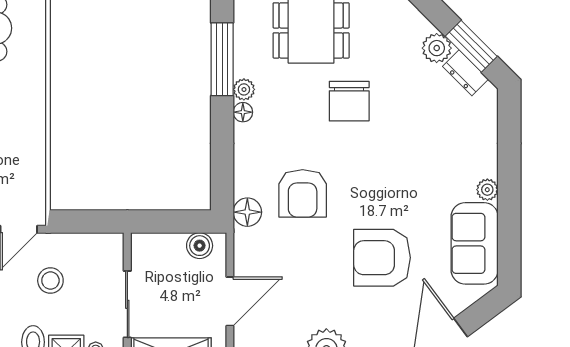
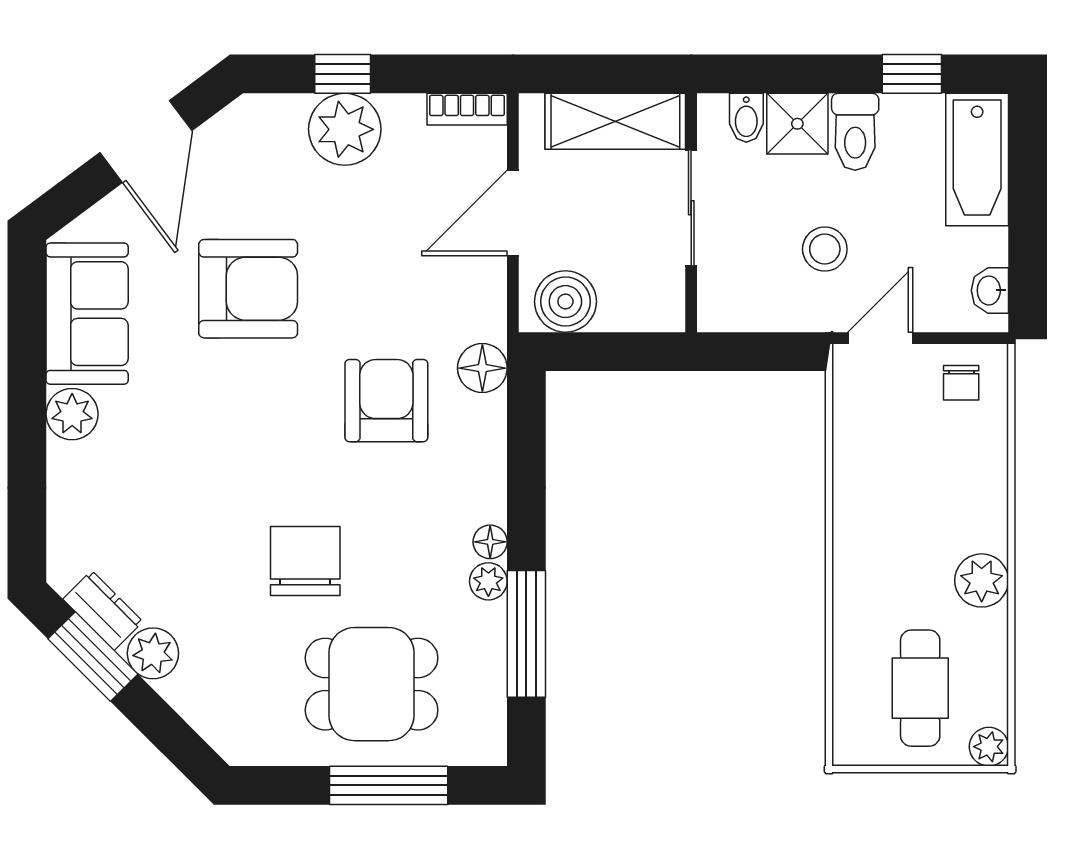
plant: (487, 190) -> (72, 414), width x1.38, depth x1.38
boiler: (200, 246) -> (565, 302), width x1.36, depth x1.36

